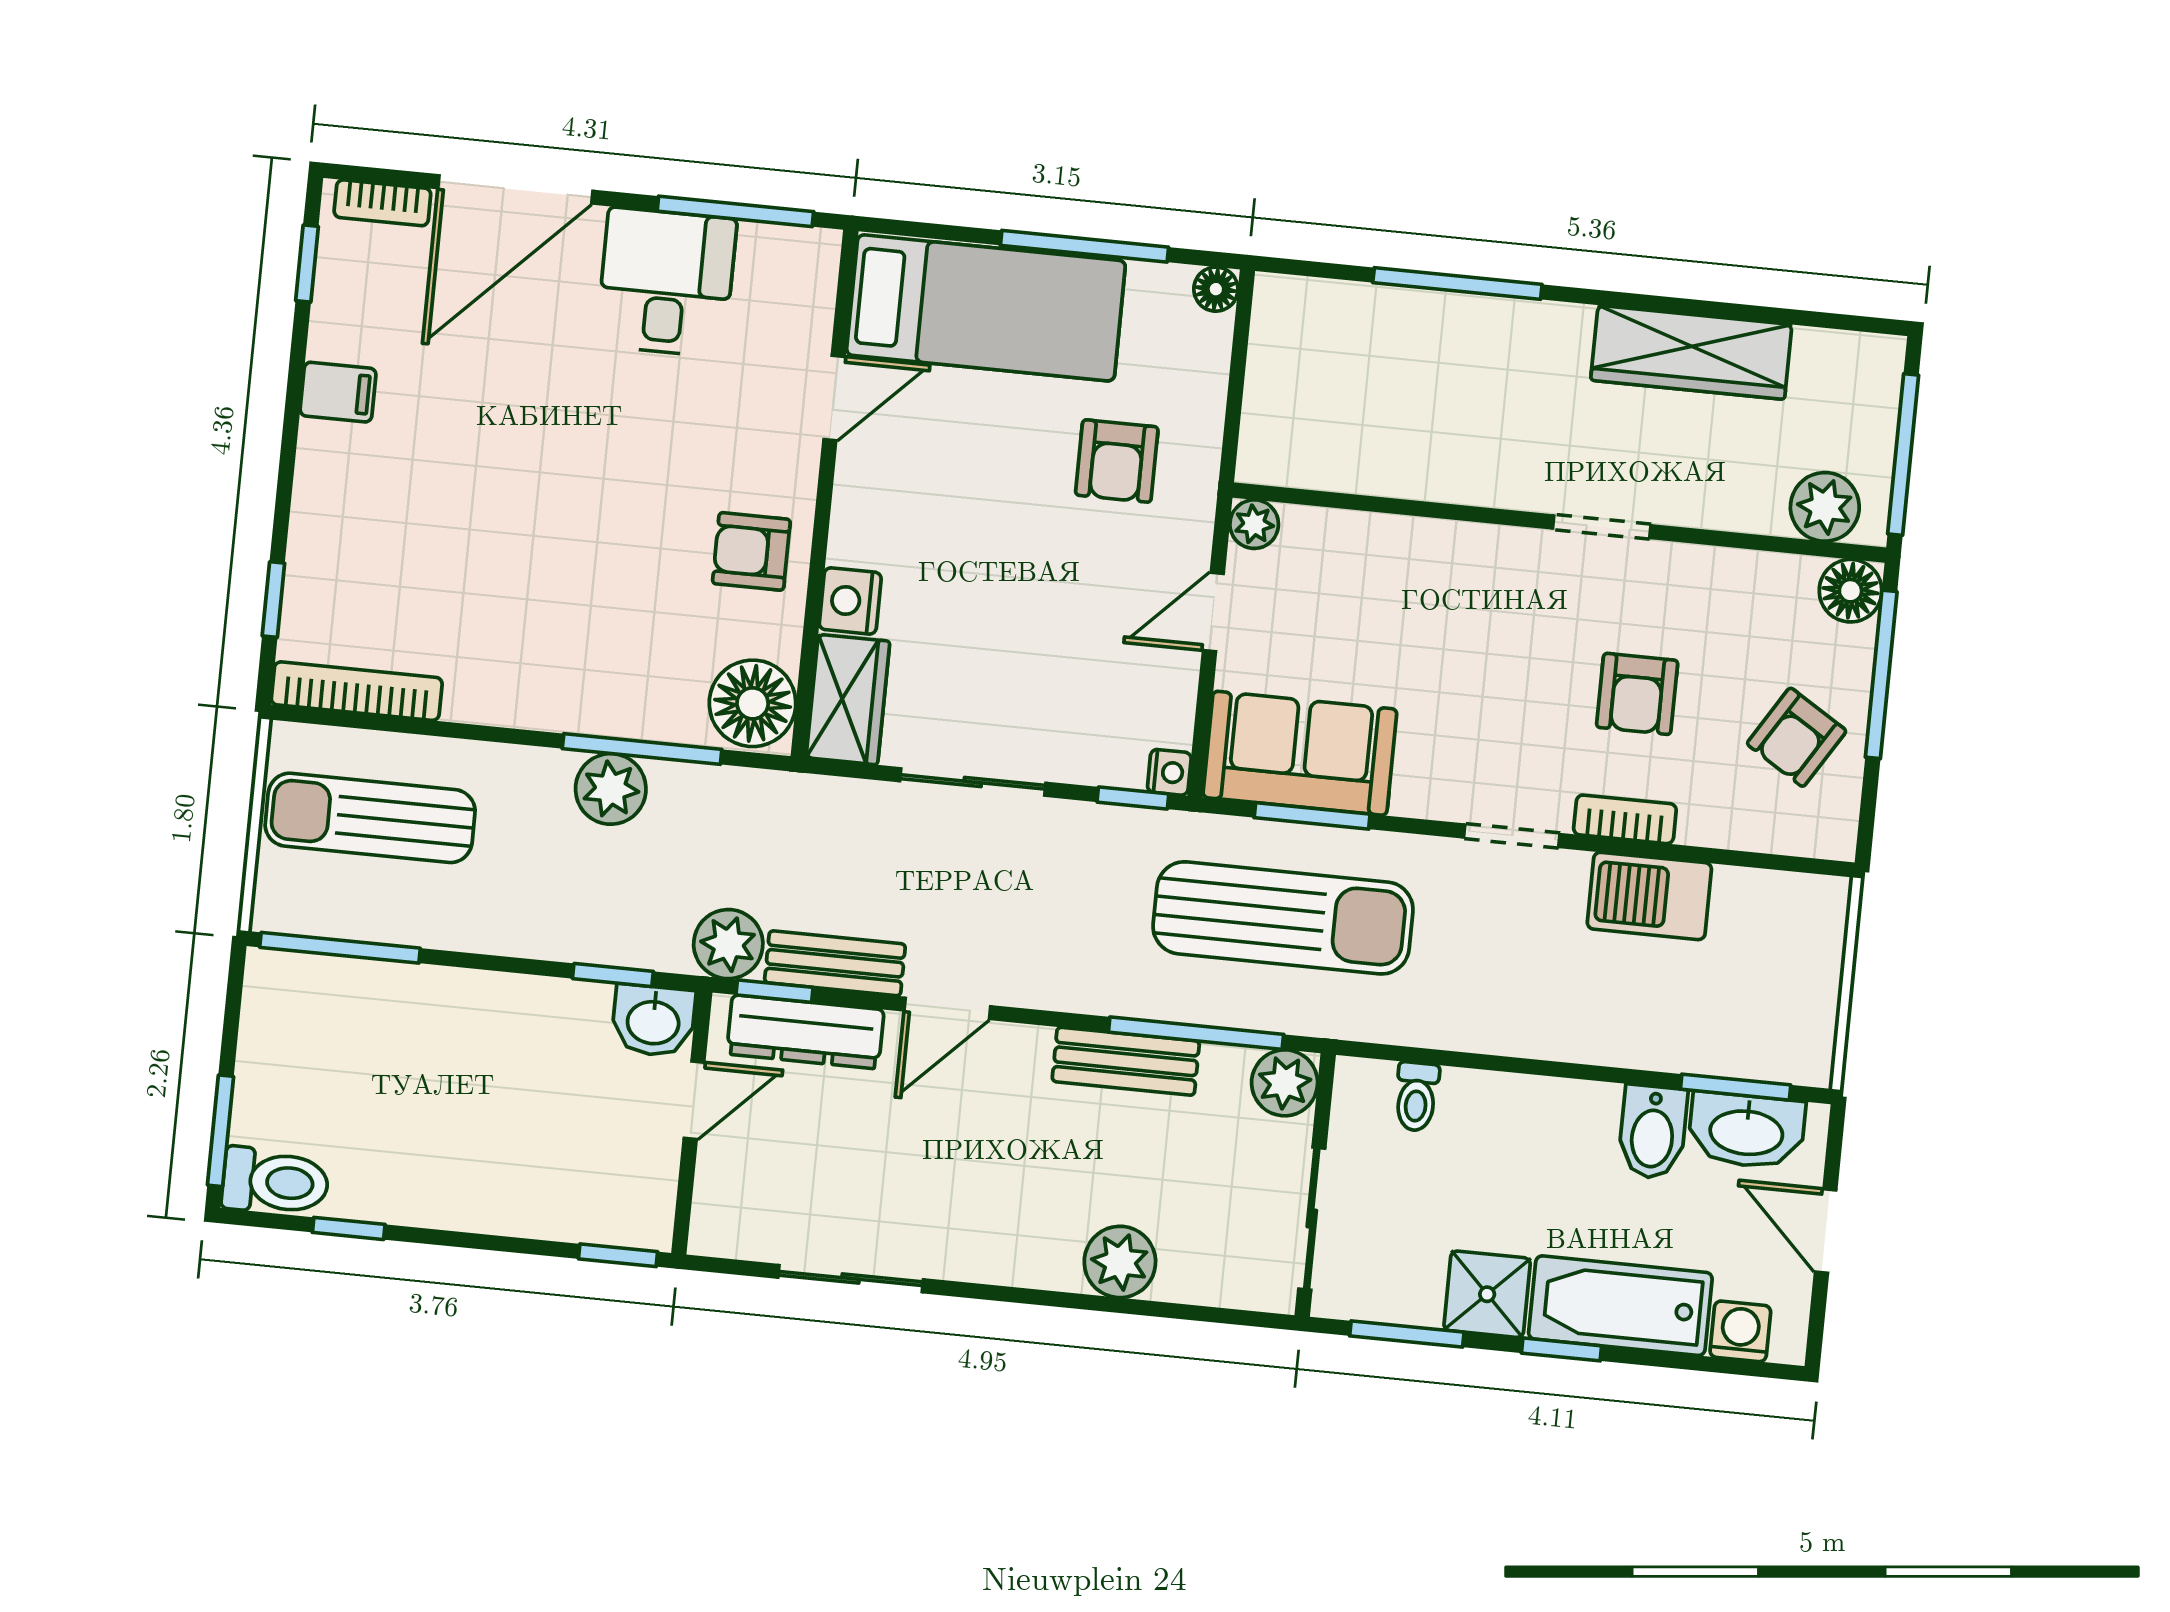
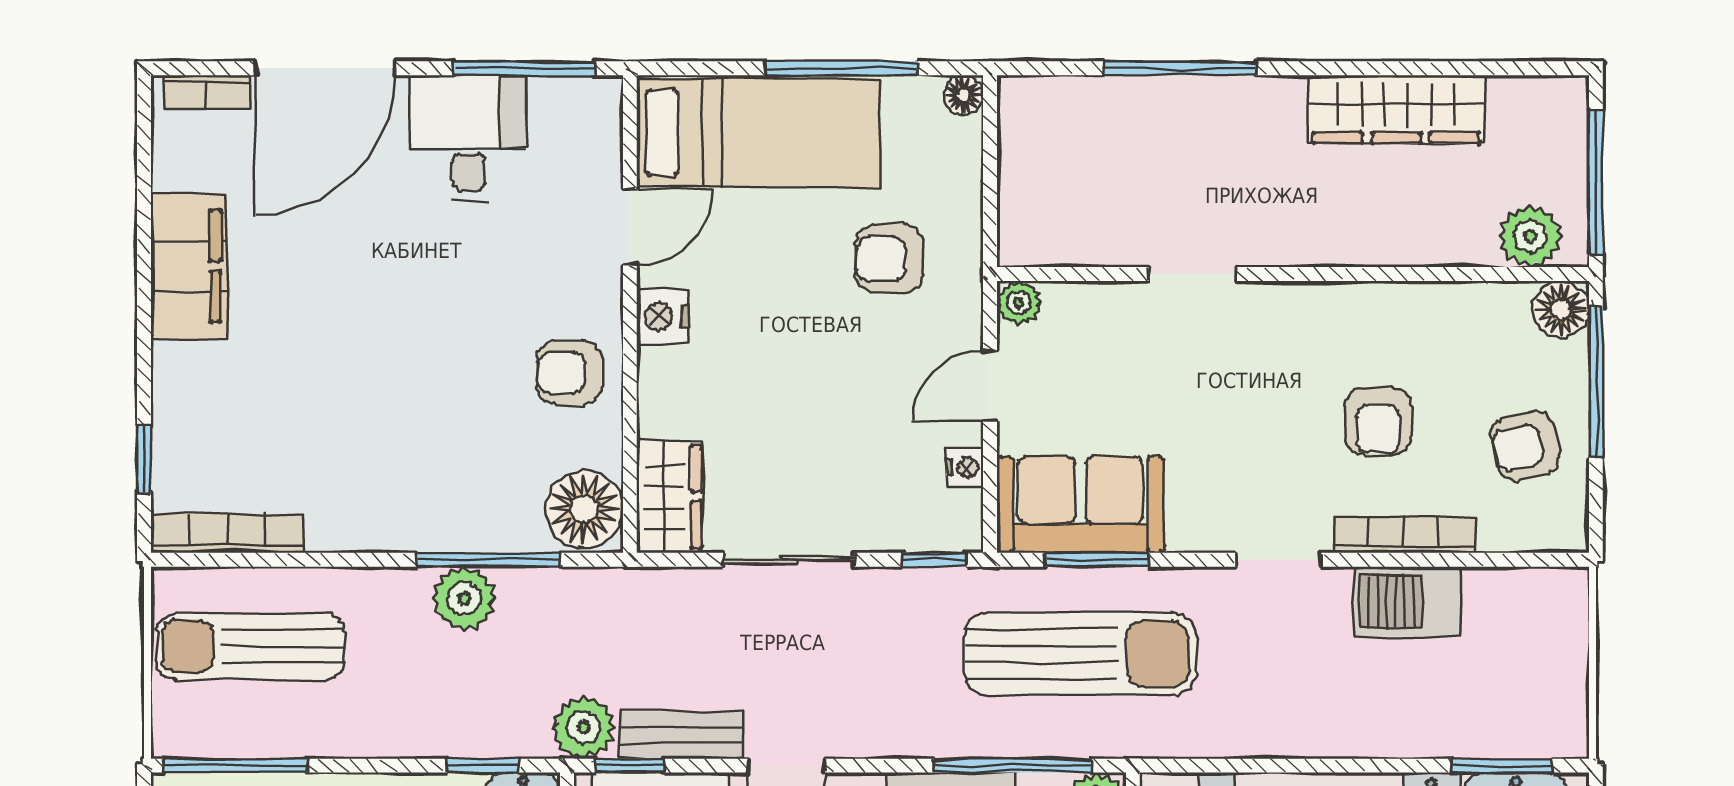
window: (307, 264) -> (144, 154), removed
filing cabinet: (338, 392) -> (189, 266), width x3.00, depth x1.17
armchair: (1117, 461) -> (890, 258), turned 89
doorway: (1602, 527) -> (1193, 274), moved
nightstand: (850, 601) -> (663, 316), moved
armchair: (1797, 737) -> (1525, 446), turned 45
nightstand: (1169, 772) -> (965, 468), moved
bookcase: (1625, 819) -> (1404, 535), width x1.56

